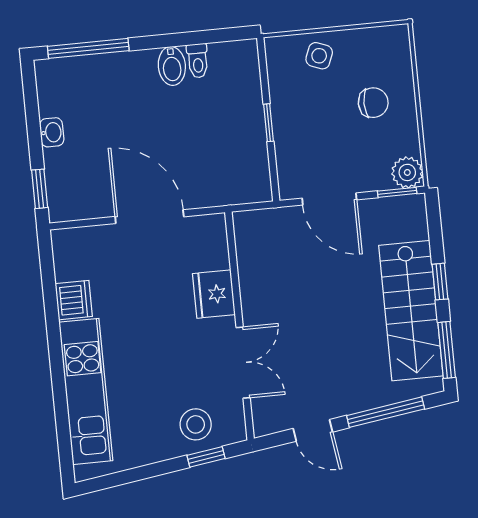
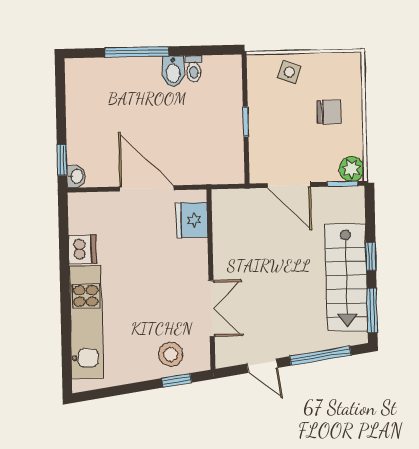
window: (88, 48) -> (137, 52), moved
washbasin: (52, 132) -> (76, 176), moved
fridge: (214, 294) -> (192, 220), moved

